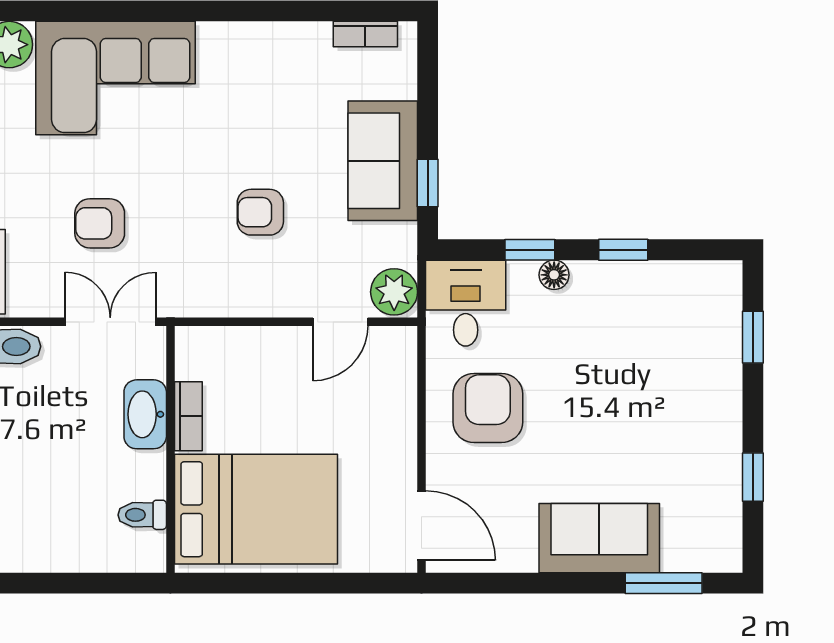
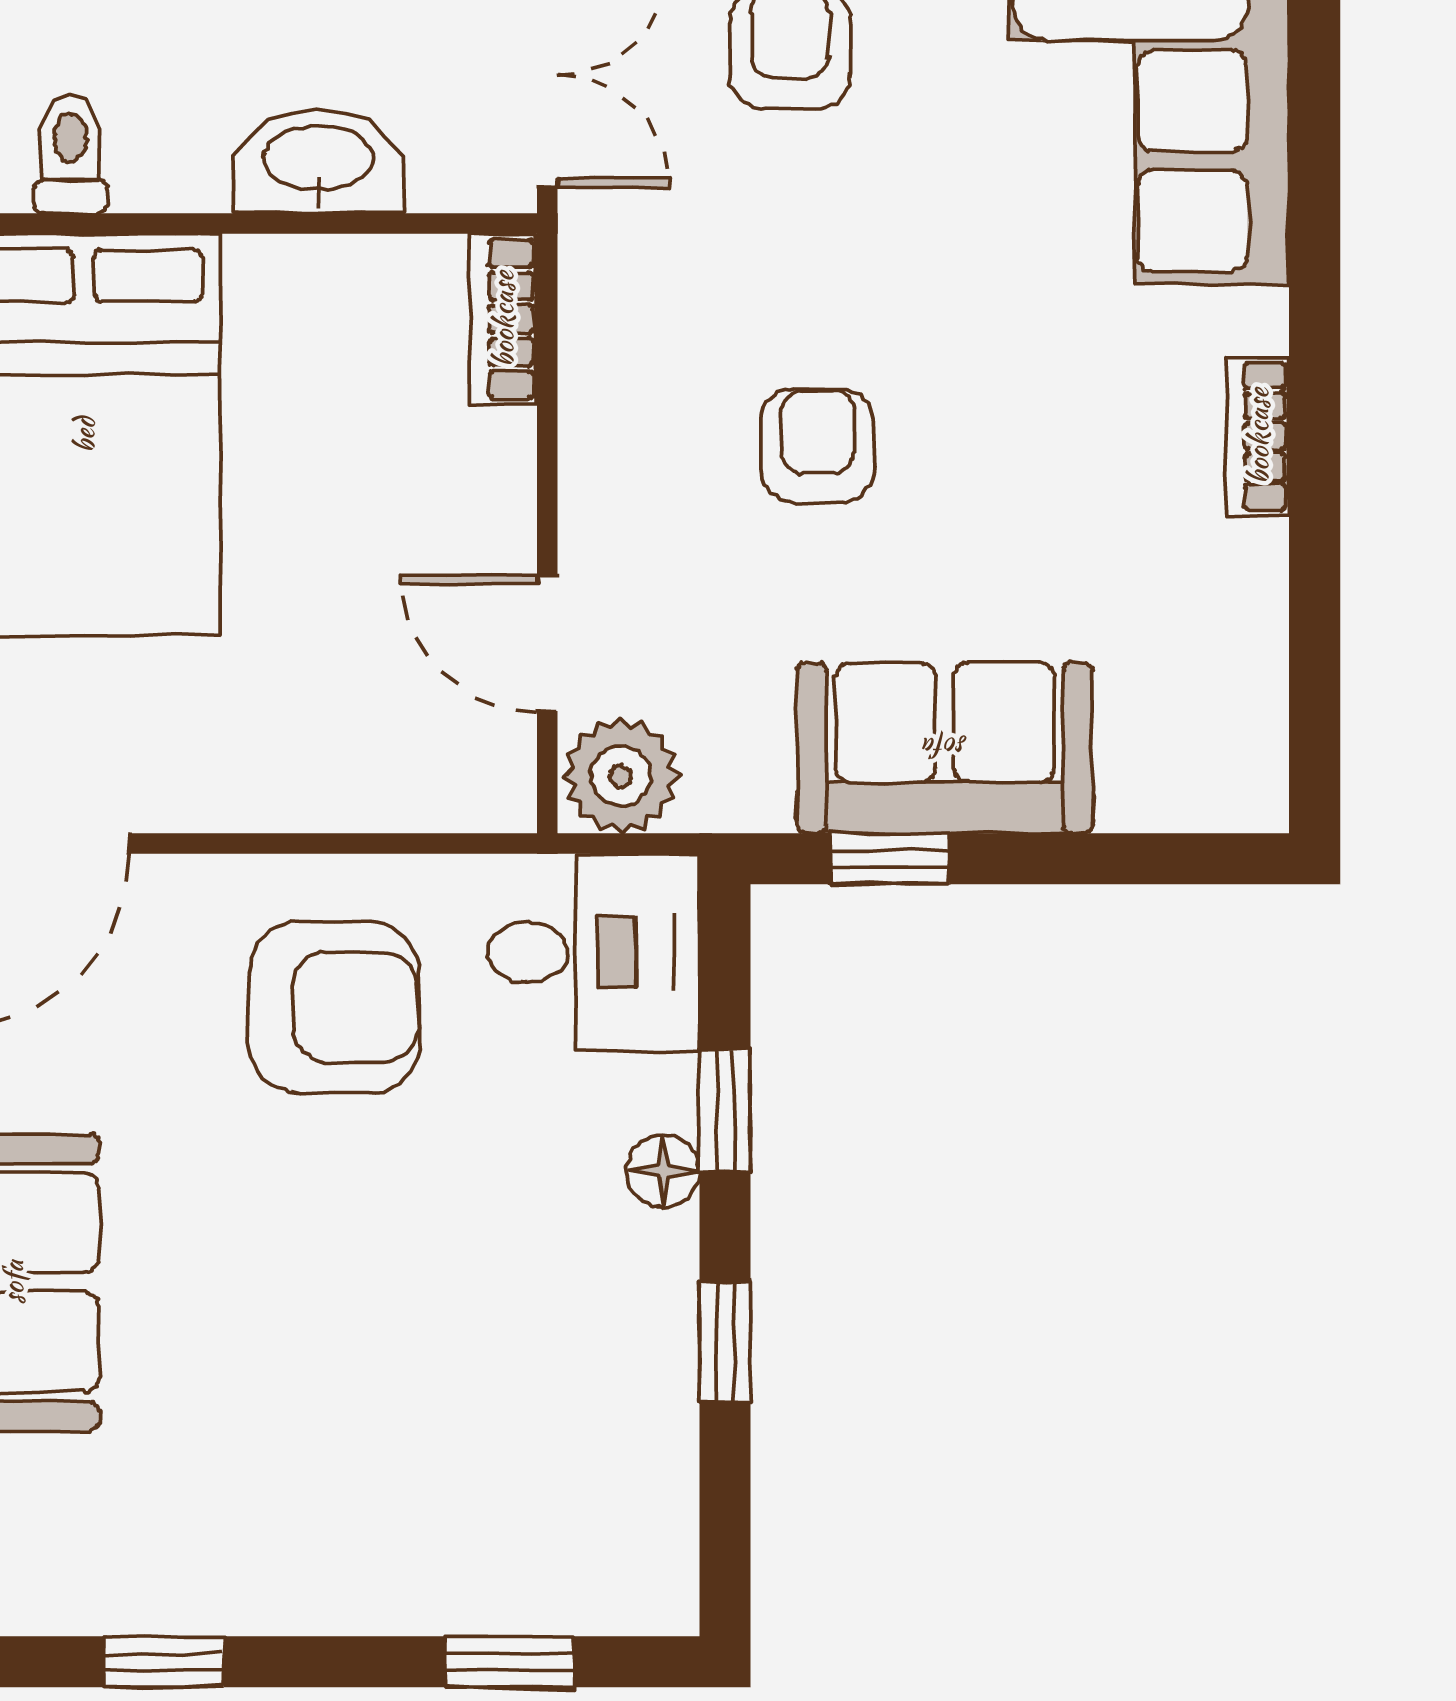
bookcase: (365, 34) -> (1258, 436), moved
bookcase: (188, 416) -> (503, 319), moved, turned 90

